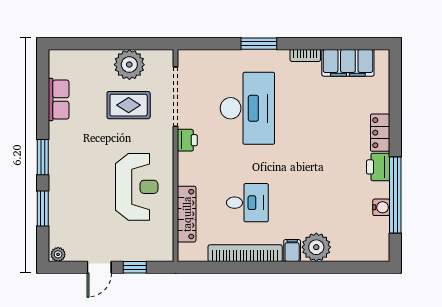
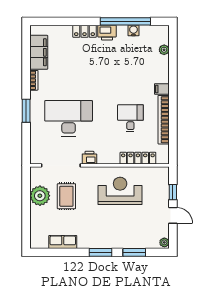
plant: (316, 247) -> (164, 50), moved, width x0.53, depth x0.53

